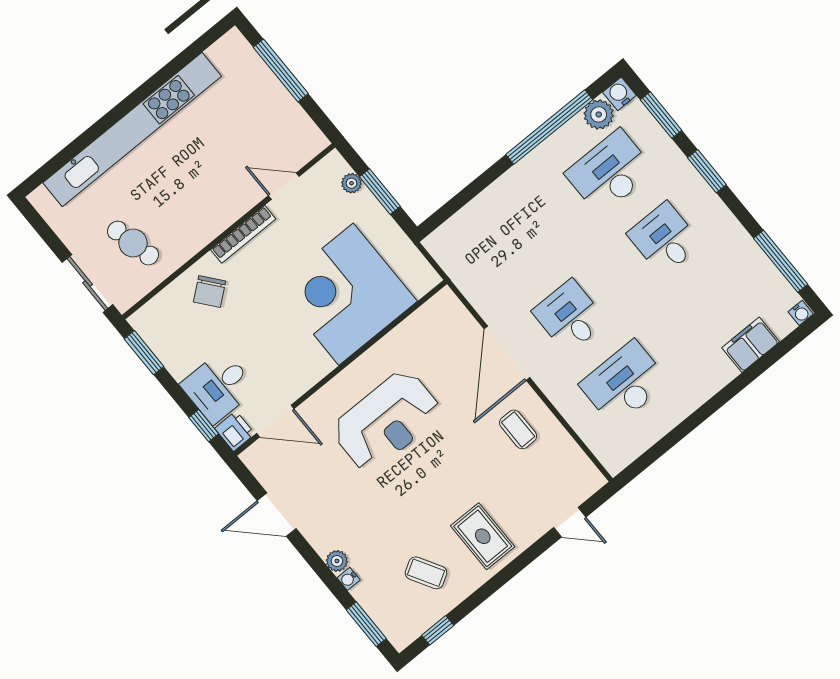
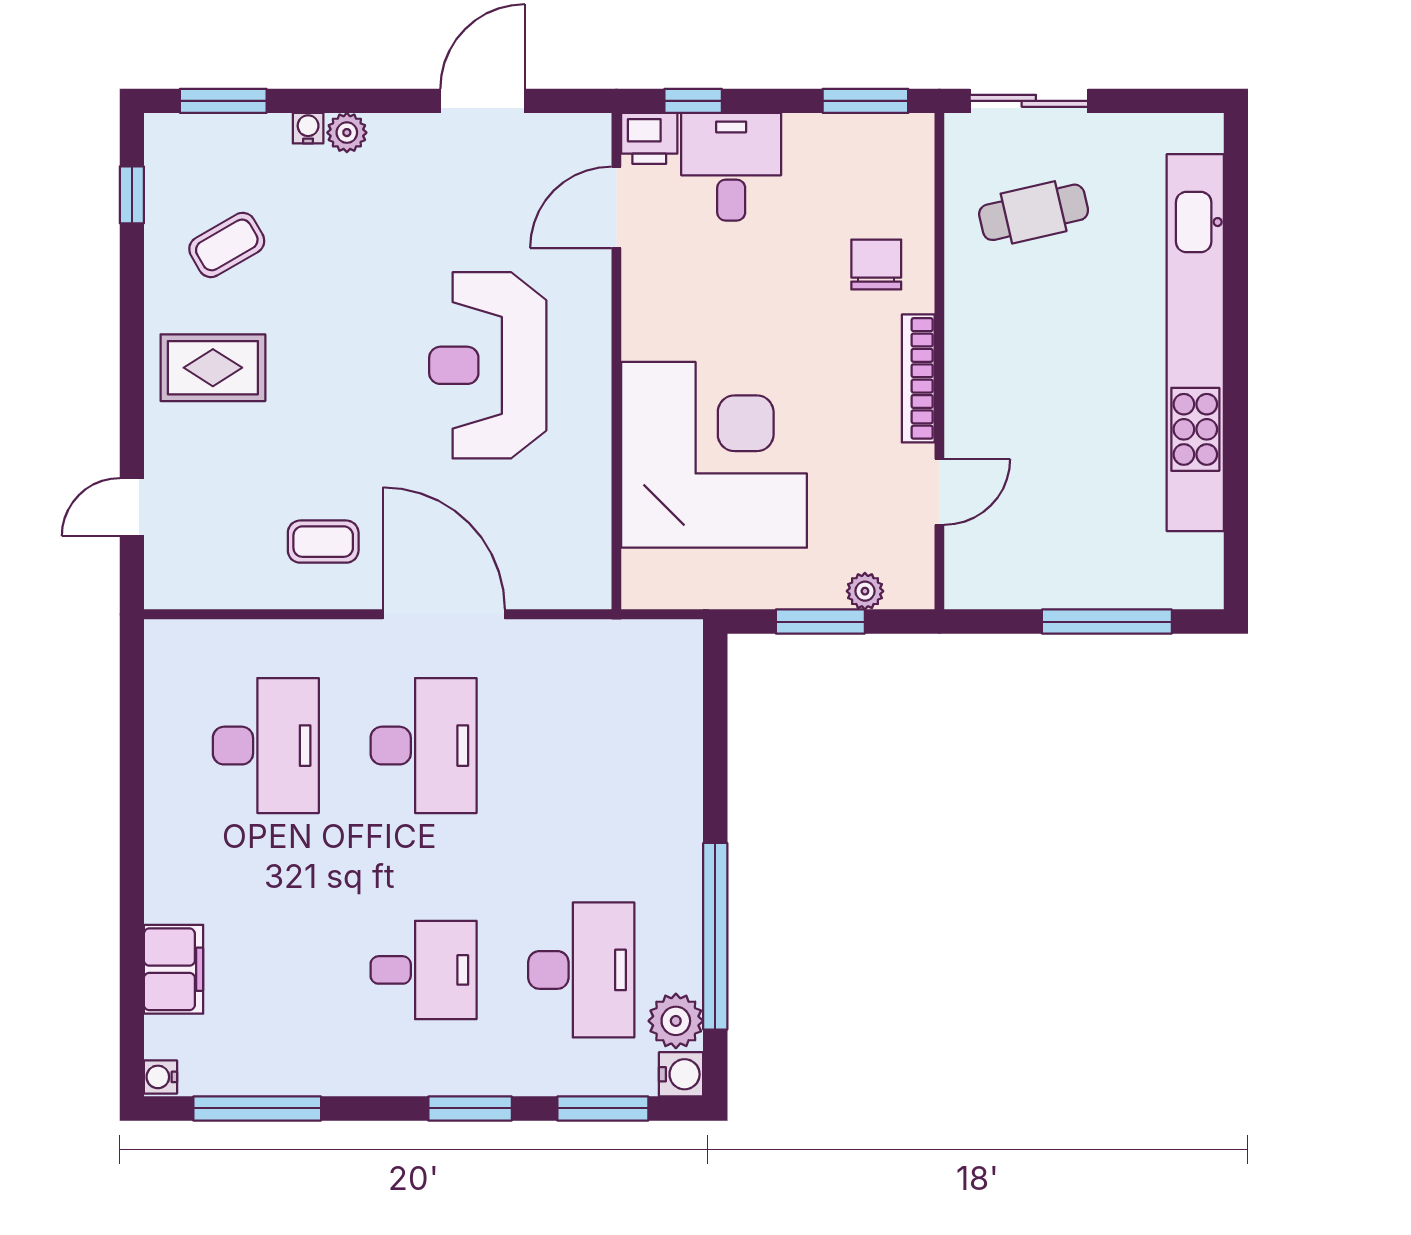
chair: (210, 291) -> (876, 265), turned 39
desk: (570, 316) -> (424, 746), width x1.37

